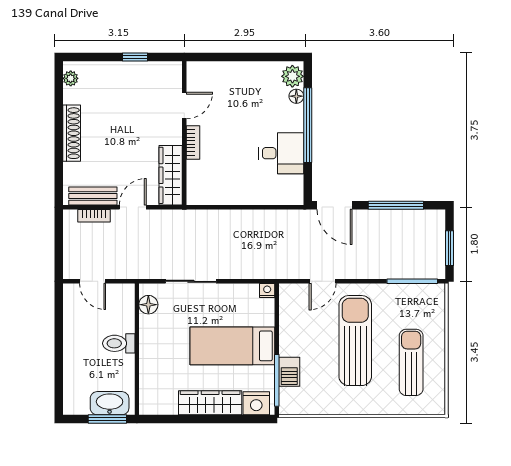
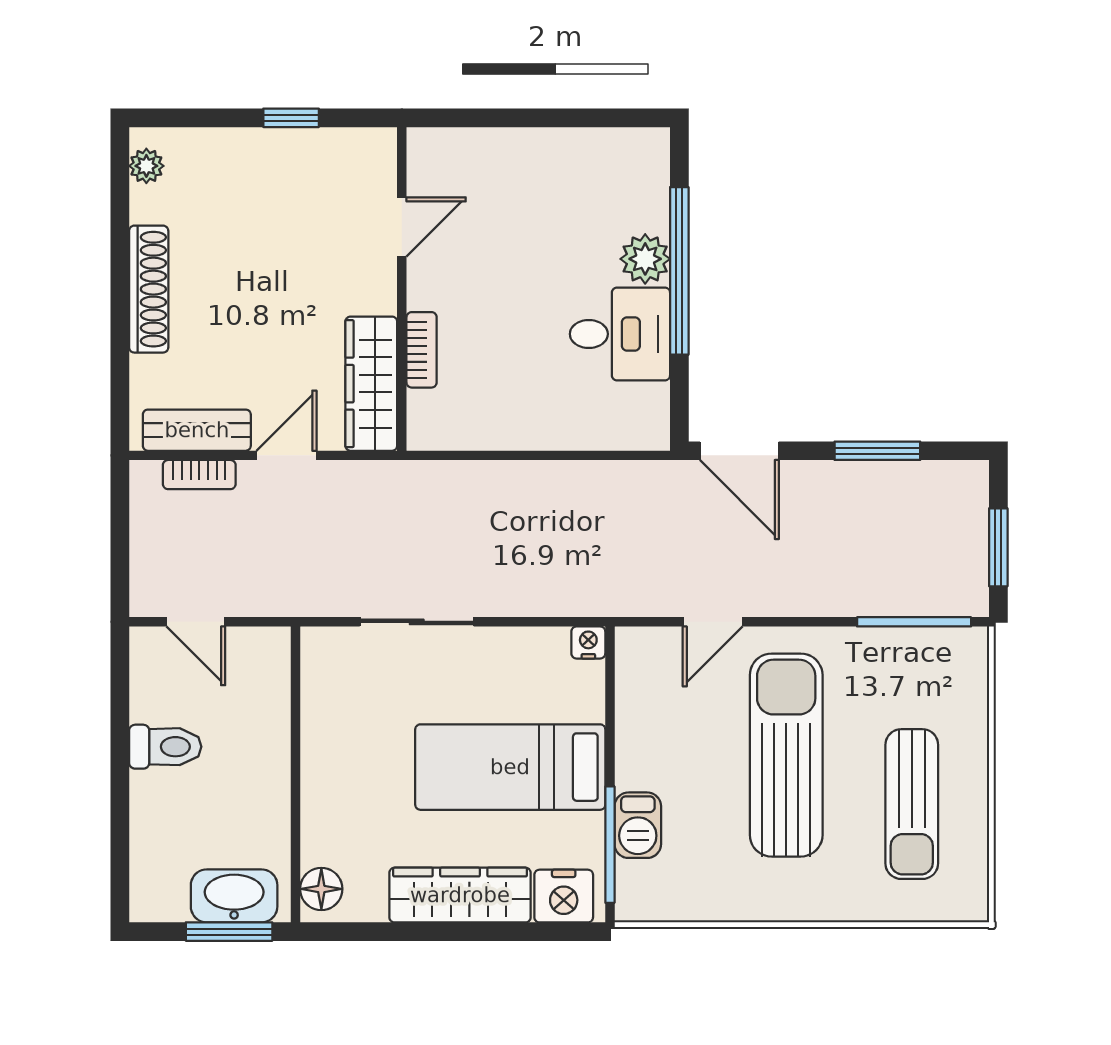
plant: (292, 76) -> (645, 259), moved
floor lamp: (296, 96) -> (654, 206), removed
bookcase: (193, 142) -> (422, 350), moved
window: (396, 205) -> (877, 451), width x0.69
floor lamp: (148, 305) -> (321, 889), moved
toilet: (119, 343) -> (165, 747), moved, turned 180
sun lounger: (411, 362) -> (912, 804), turned 180

